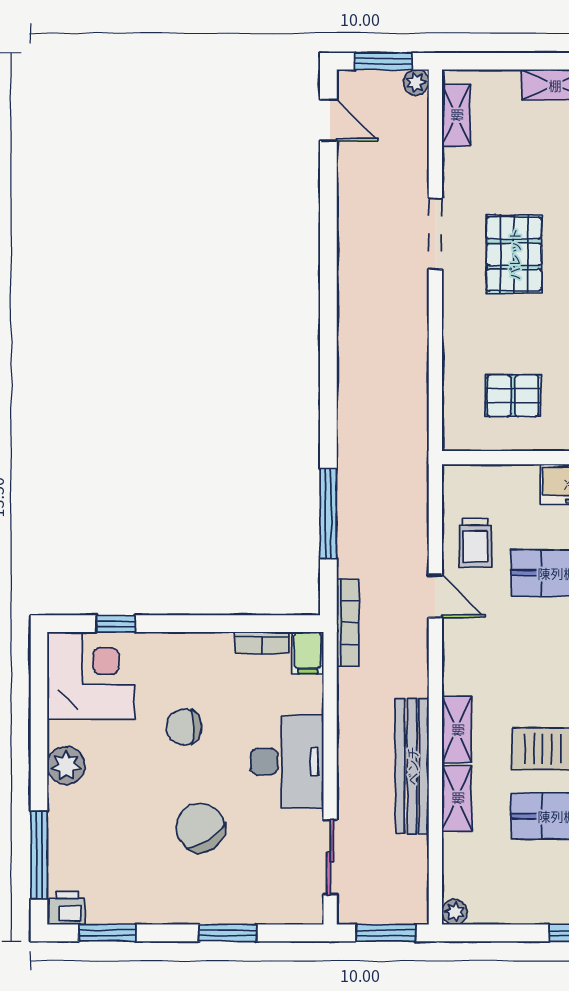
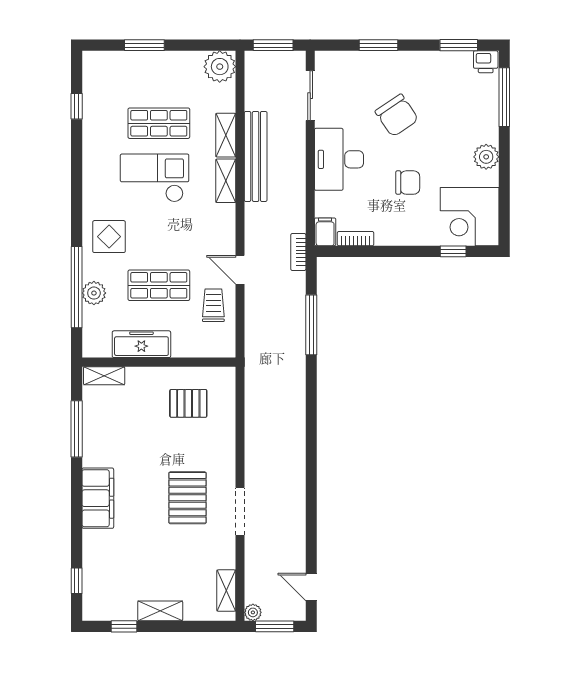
bookcase: (348, 623) -> (298, 252), width x0.64
plant: (455, 912) -> (220, 67), width x1.88, depth x1.88

